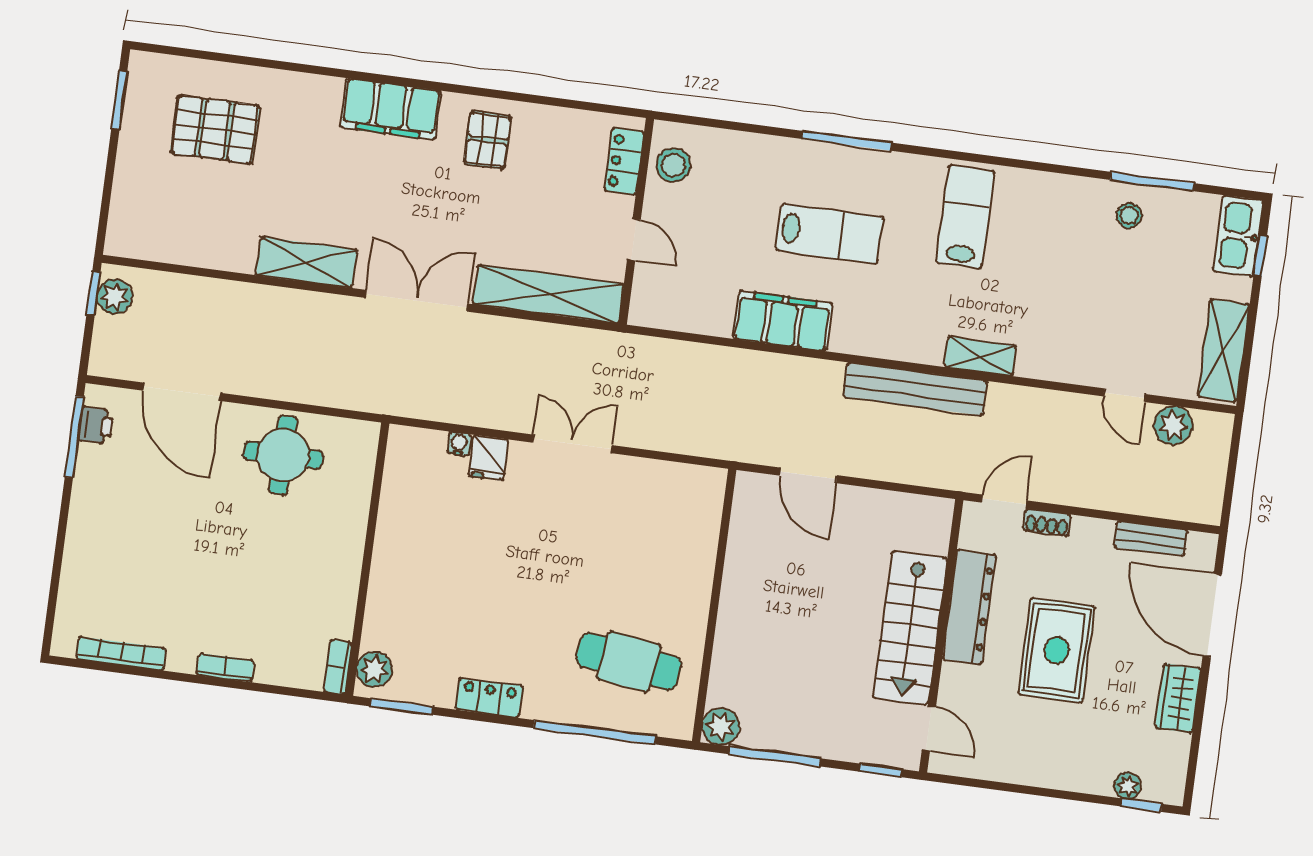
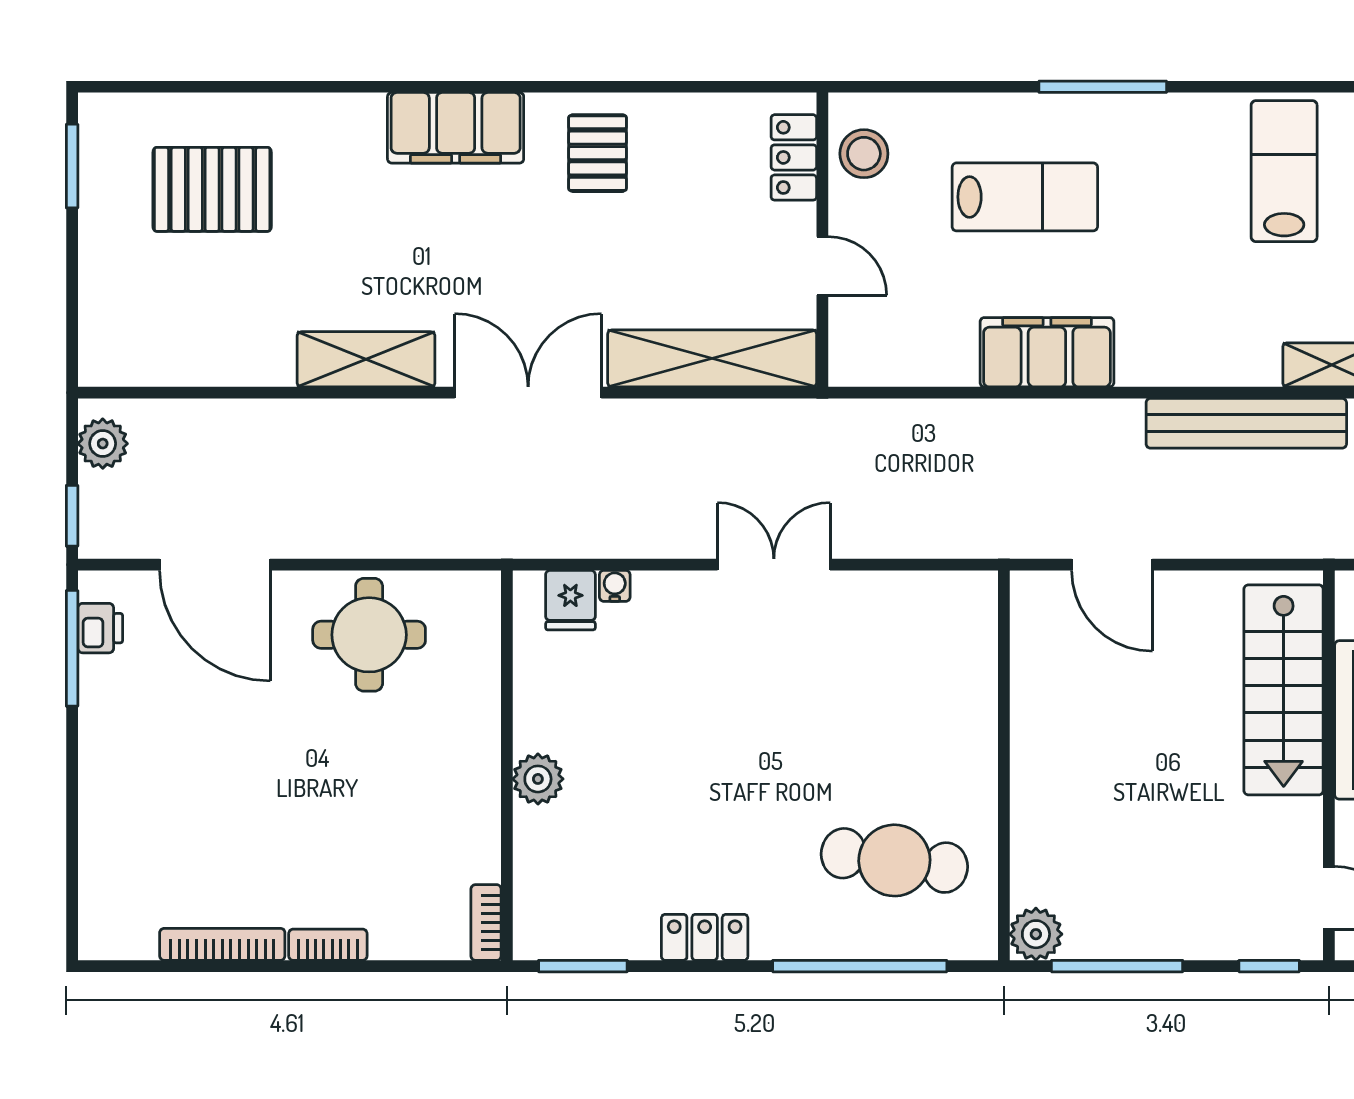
lab bench: (830, 233) -> (1025, 197), moved
window: (93, 293) -> (72, 516), moved
fridge: (489, 458) -> (570, 600), moved
stairs: (910, 628) -> (1284, 690), moved
bookcase: (121, 654) -> (222, 944), moved
plant: (374, 669) -> (538, 779), moved

